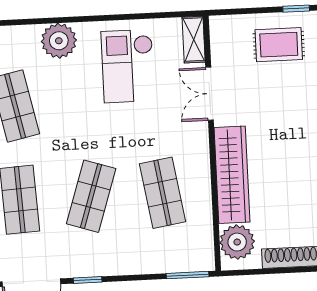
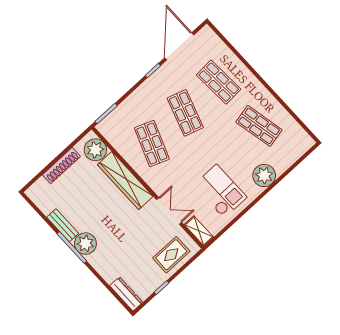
rug: (279, 45) -> (171, 255), moved
shop shelf: (162, 193) -> (152, 144), turned 30

